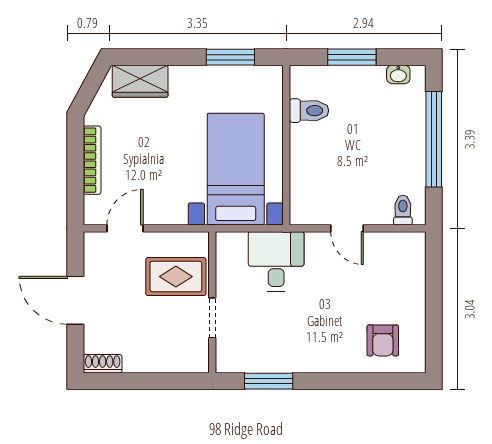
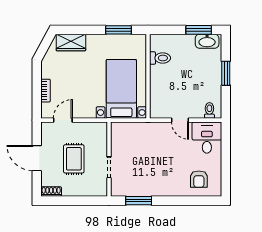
window: (352, 57) -> (199, 30), moved
washbasin: (398, 74) -> (207, 41), width x1.91, depth x1.45
window: (434, 139) -> (226, 73), width x0.47
bookcase: (92, 160) -> (46, 91), width x0.64
desk: (276, 261) -> (207, 138), moved
rug: (176, 277) -> (74, 159), moved, turned 90

